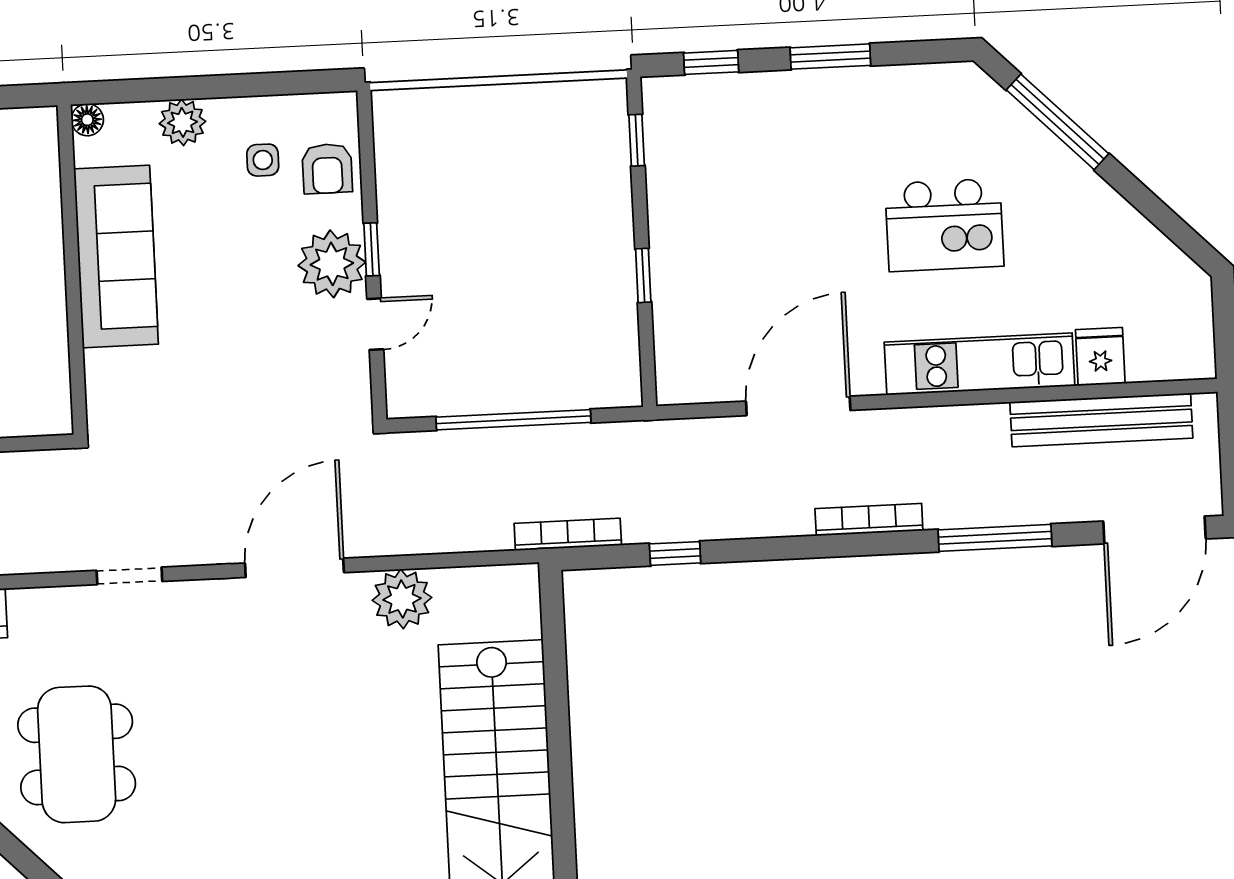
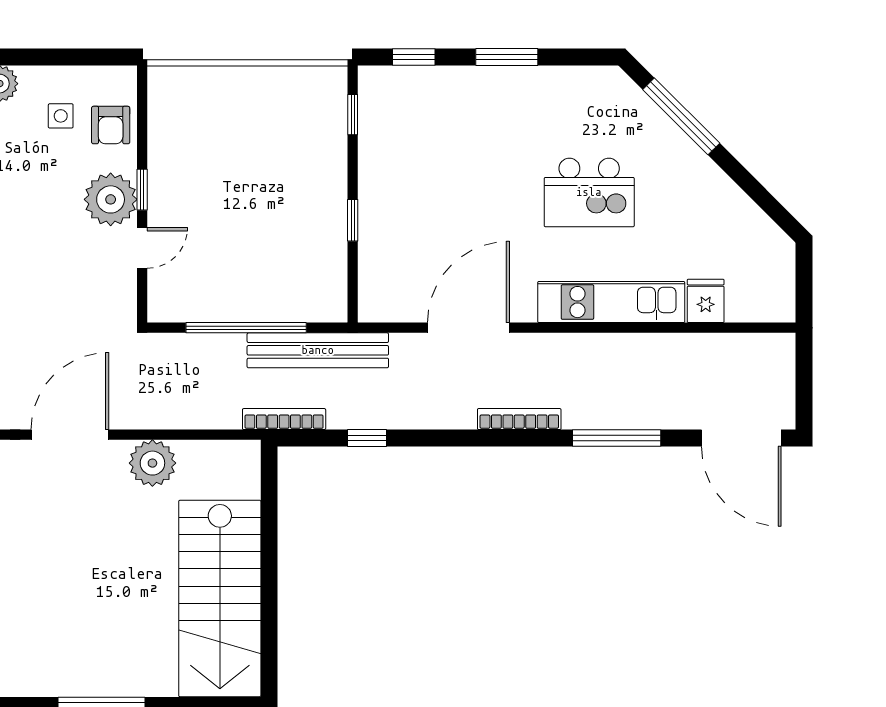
bench: (1101, 420) -> (318, 350), moved
door: (1154, 530) -> (741, 438), hinge flipped

